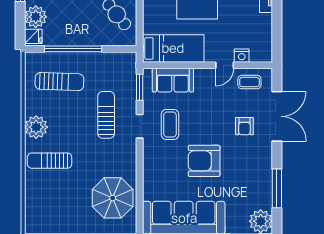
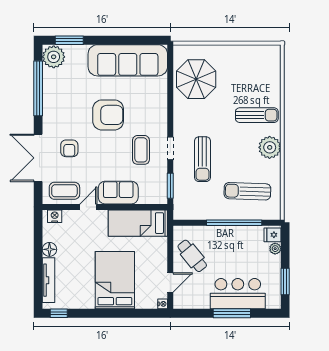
plant: (36, 17) -> (275, 249), width x0.53, depth x0.53
floor lamp: (265, 21) -> (49, 249), added
nightstand: (242, 56) -> (55, 216), moved
sofa: (173, 80) -> (118, 193), moved
coffee table: (249, 82) -> (64, 191), width x1.36, depth x1.30
armchair: (244, 126) -> (69, 148), turned 180
window: (277, 188) -> (38, 88), width x1.46

